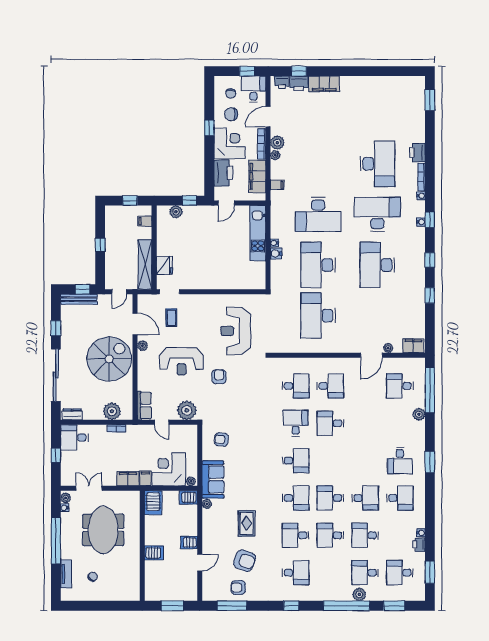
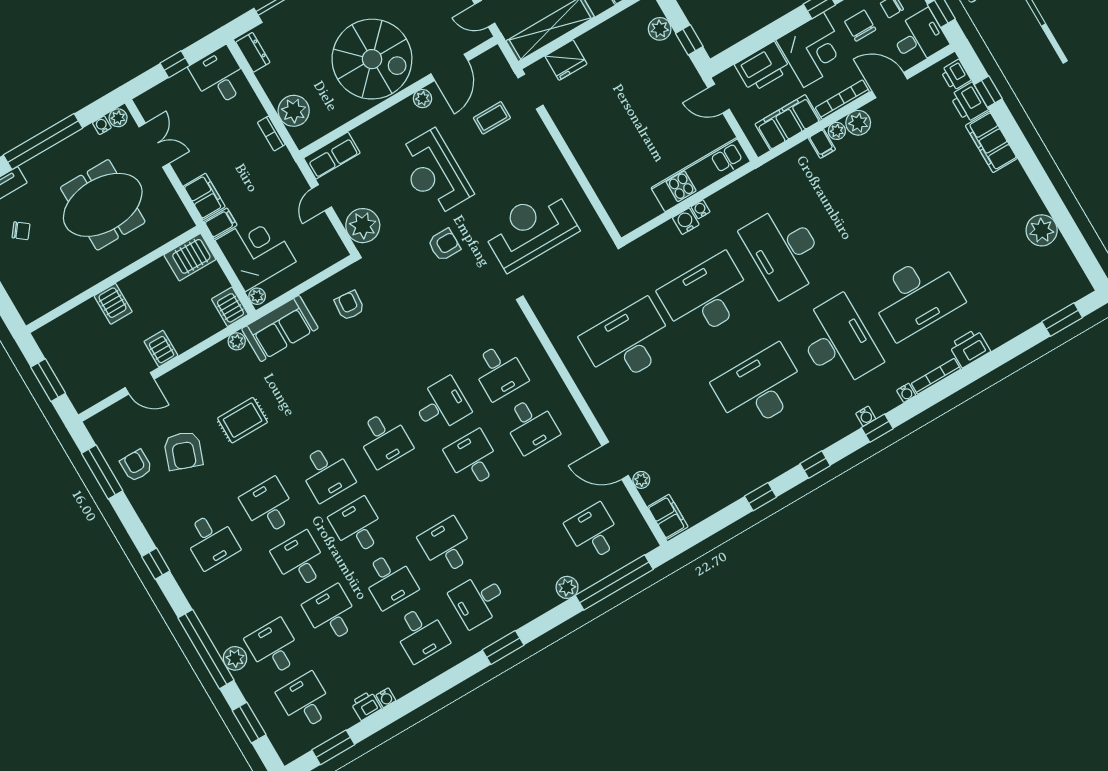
plant: (381, 85) -> (1042, 230), added
filing cabinet: (277, 185) -> (822, 144), moved
desk: (365, 461) -> (447, 546), added

